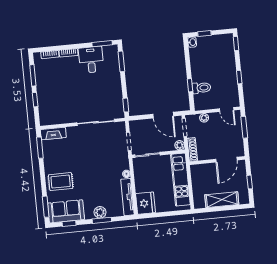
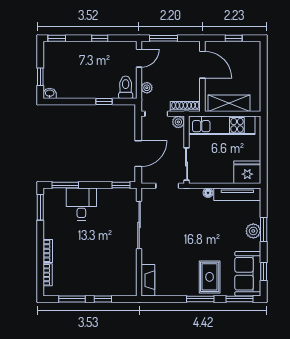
desk: (91, 60) -> (81, 204), moved, turned 90
toilet: (201, 88) -> (126, 87), moved
door: (163, 115) -> (138, 154), moved
window: (40, 148) -> (200, 299), moved
shelving: (222, 200) -> (229, 103), moved, turned 90

